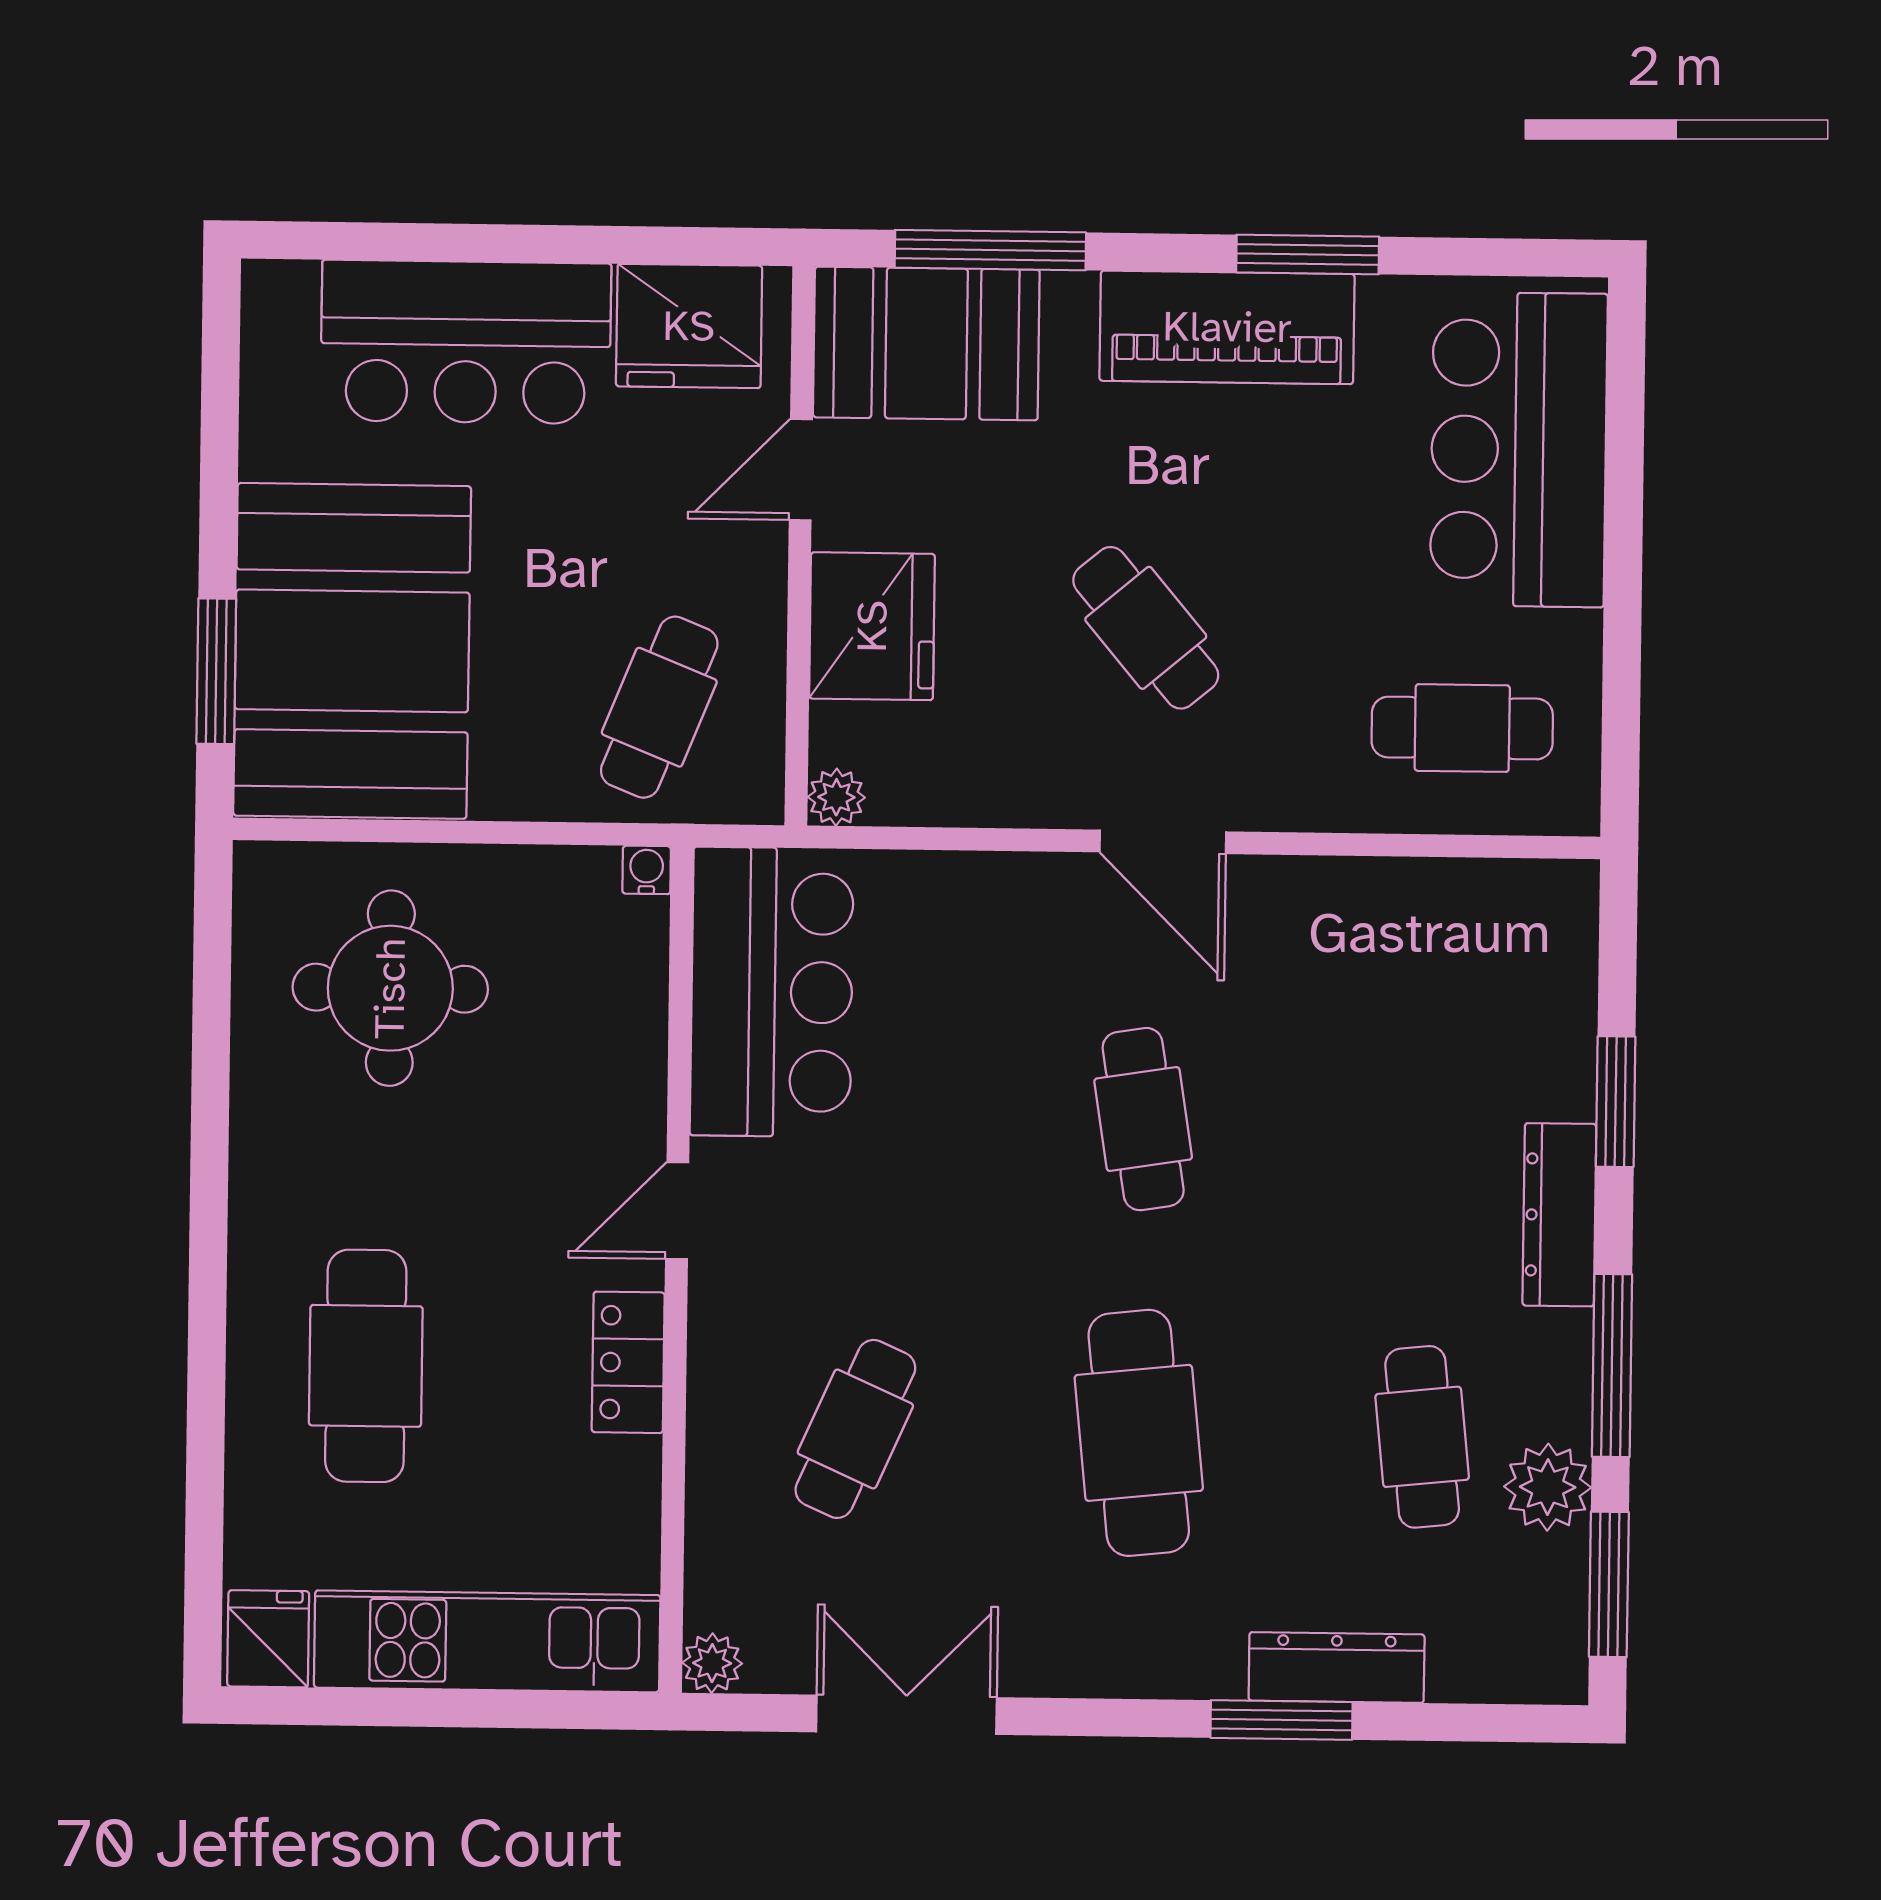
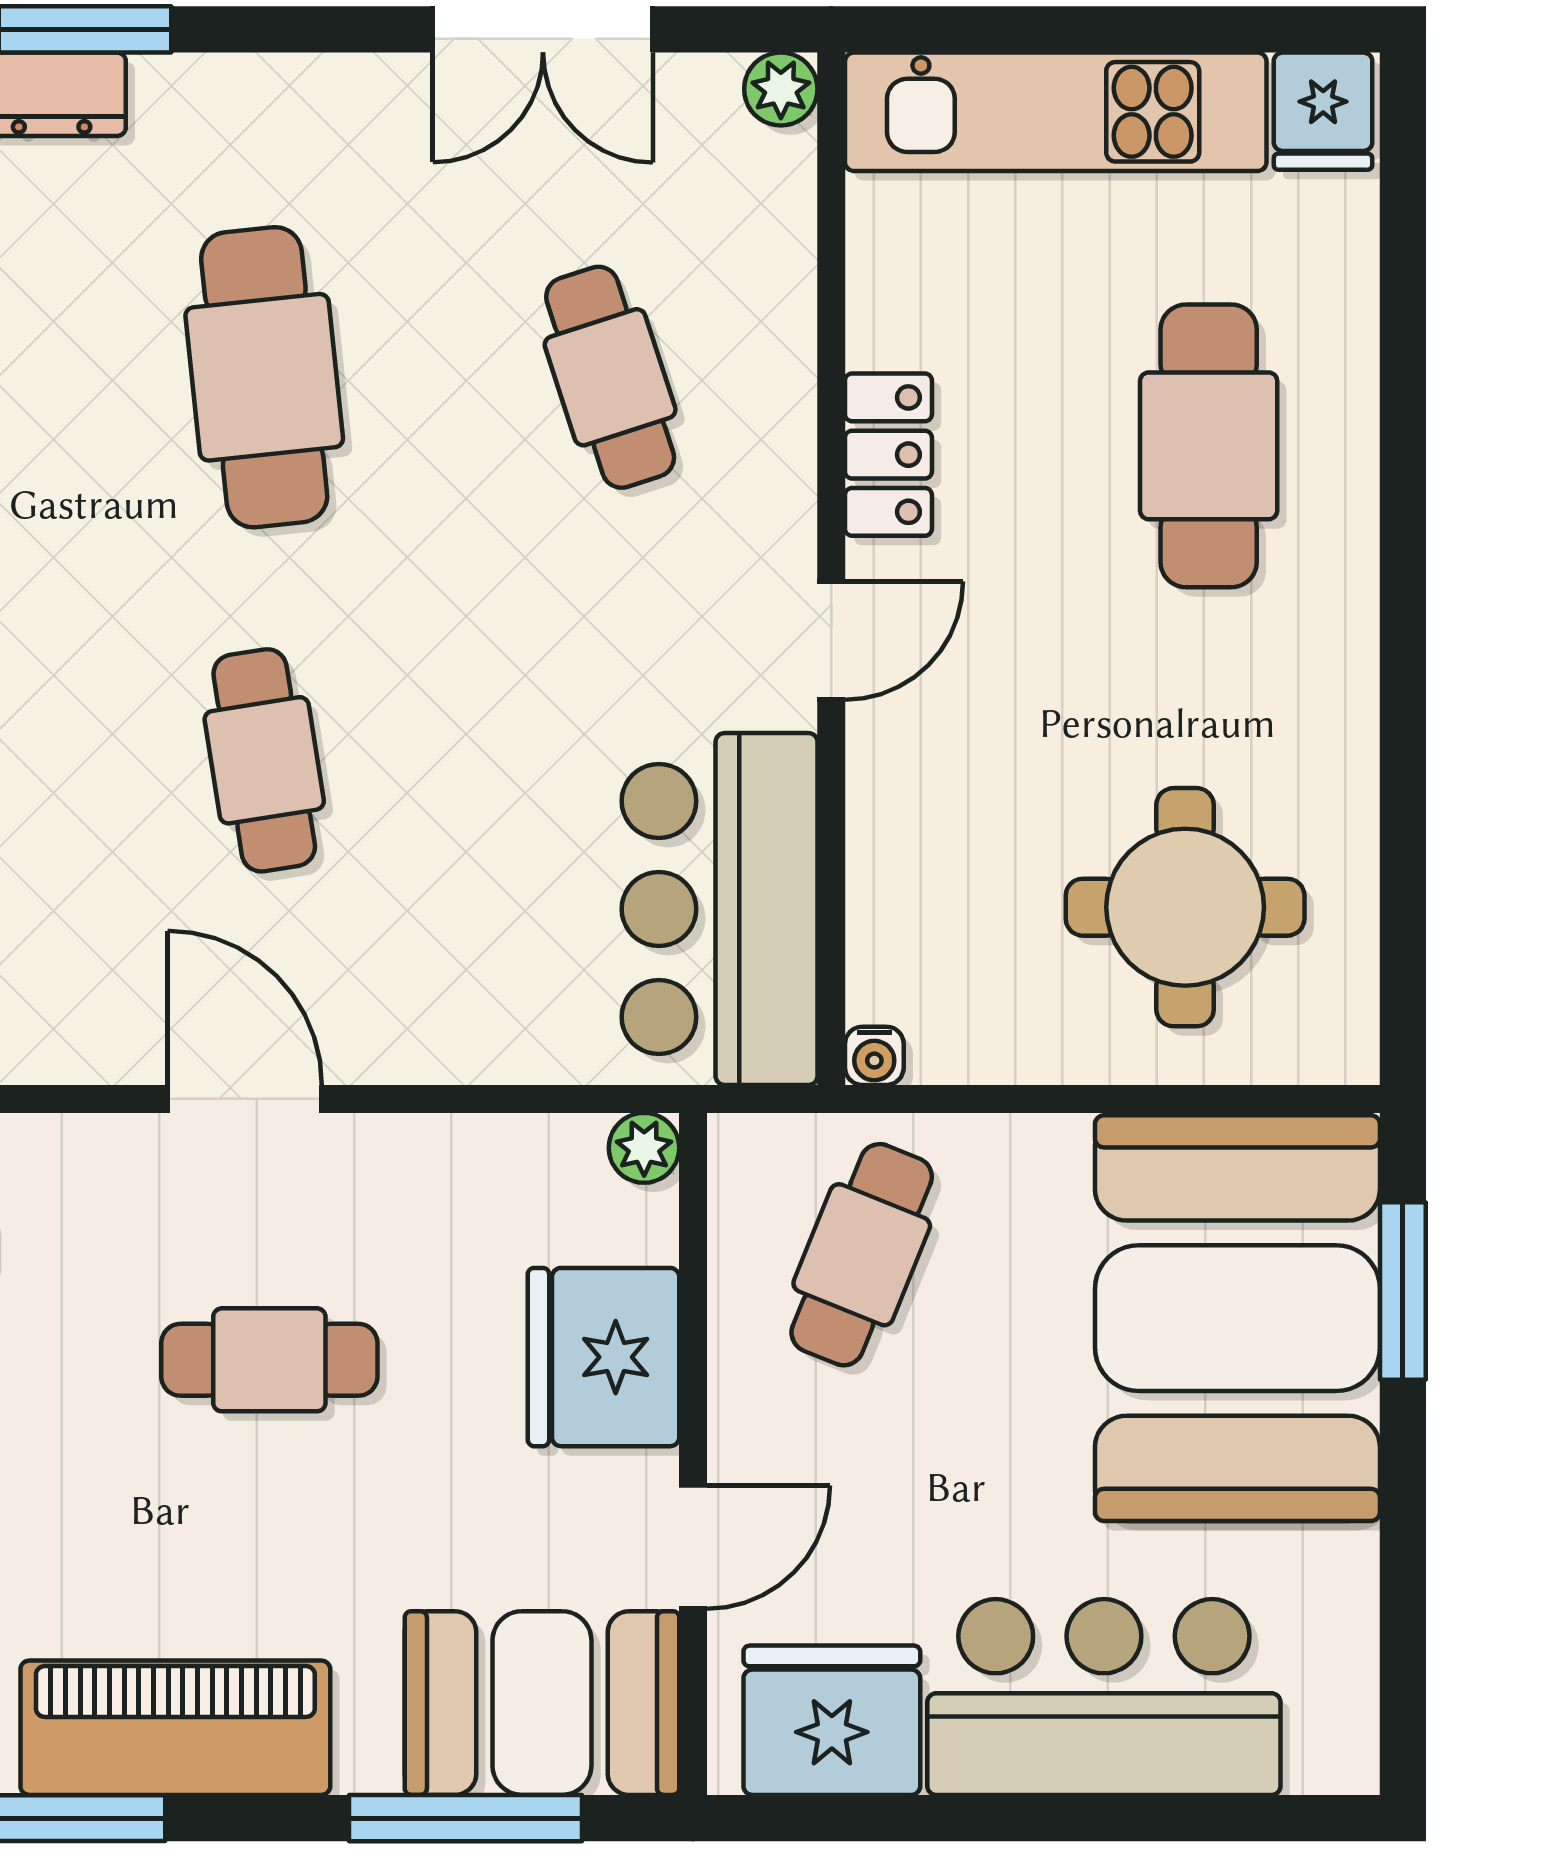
cafe table: (1146, 628) -> (269, 1360), turned -50
cafe table: (855, 1429) -> (610, 377), turned -42

